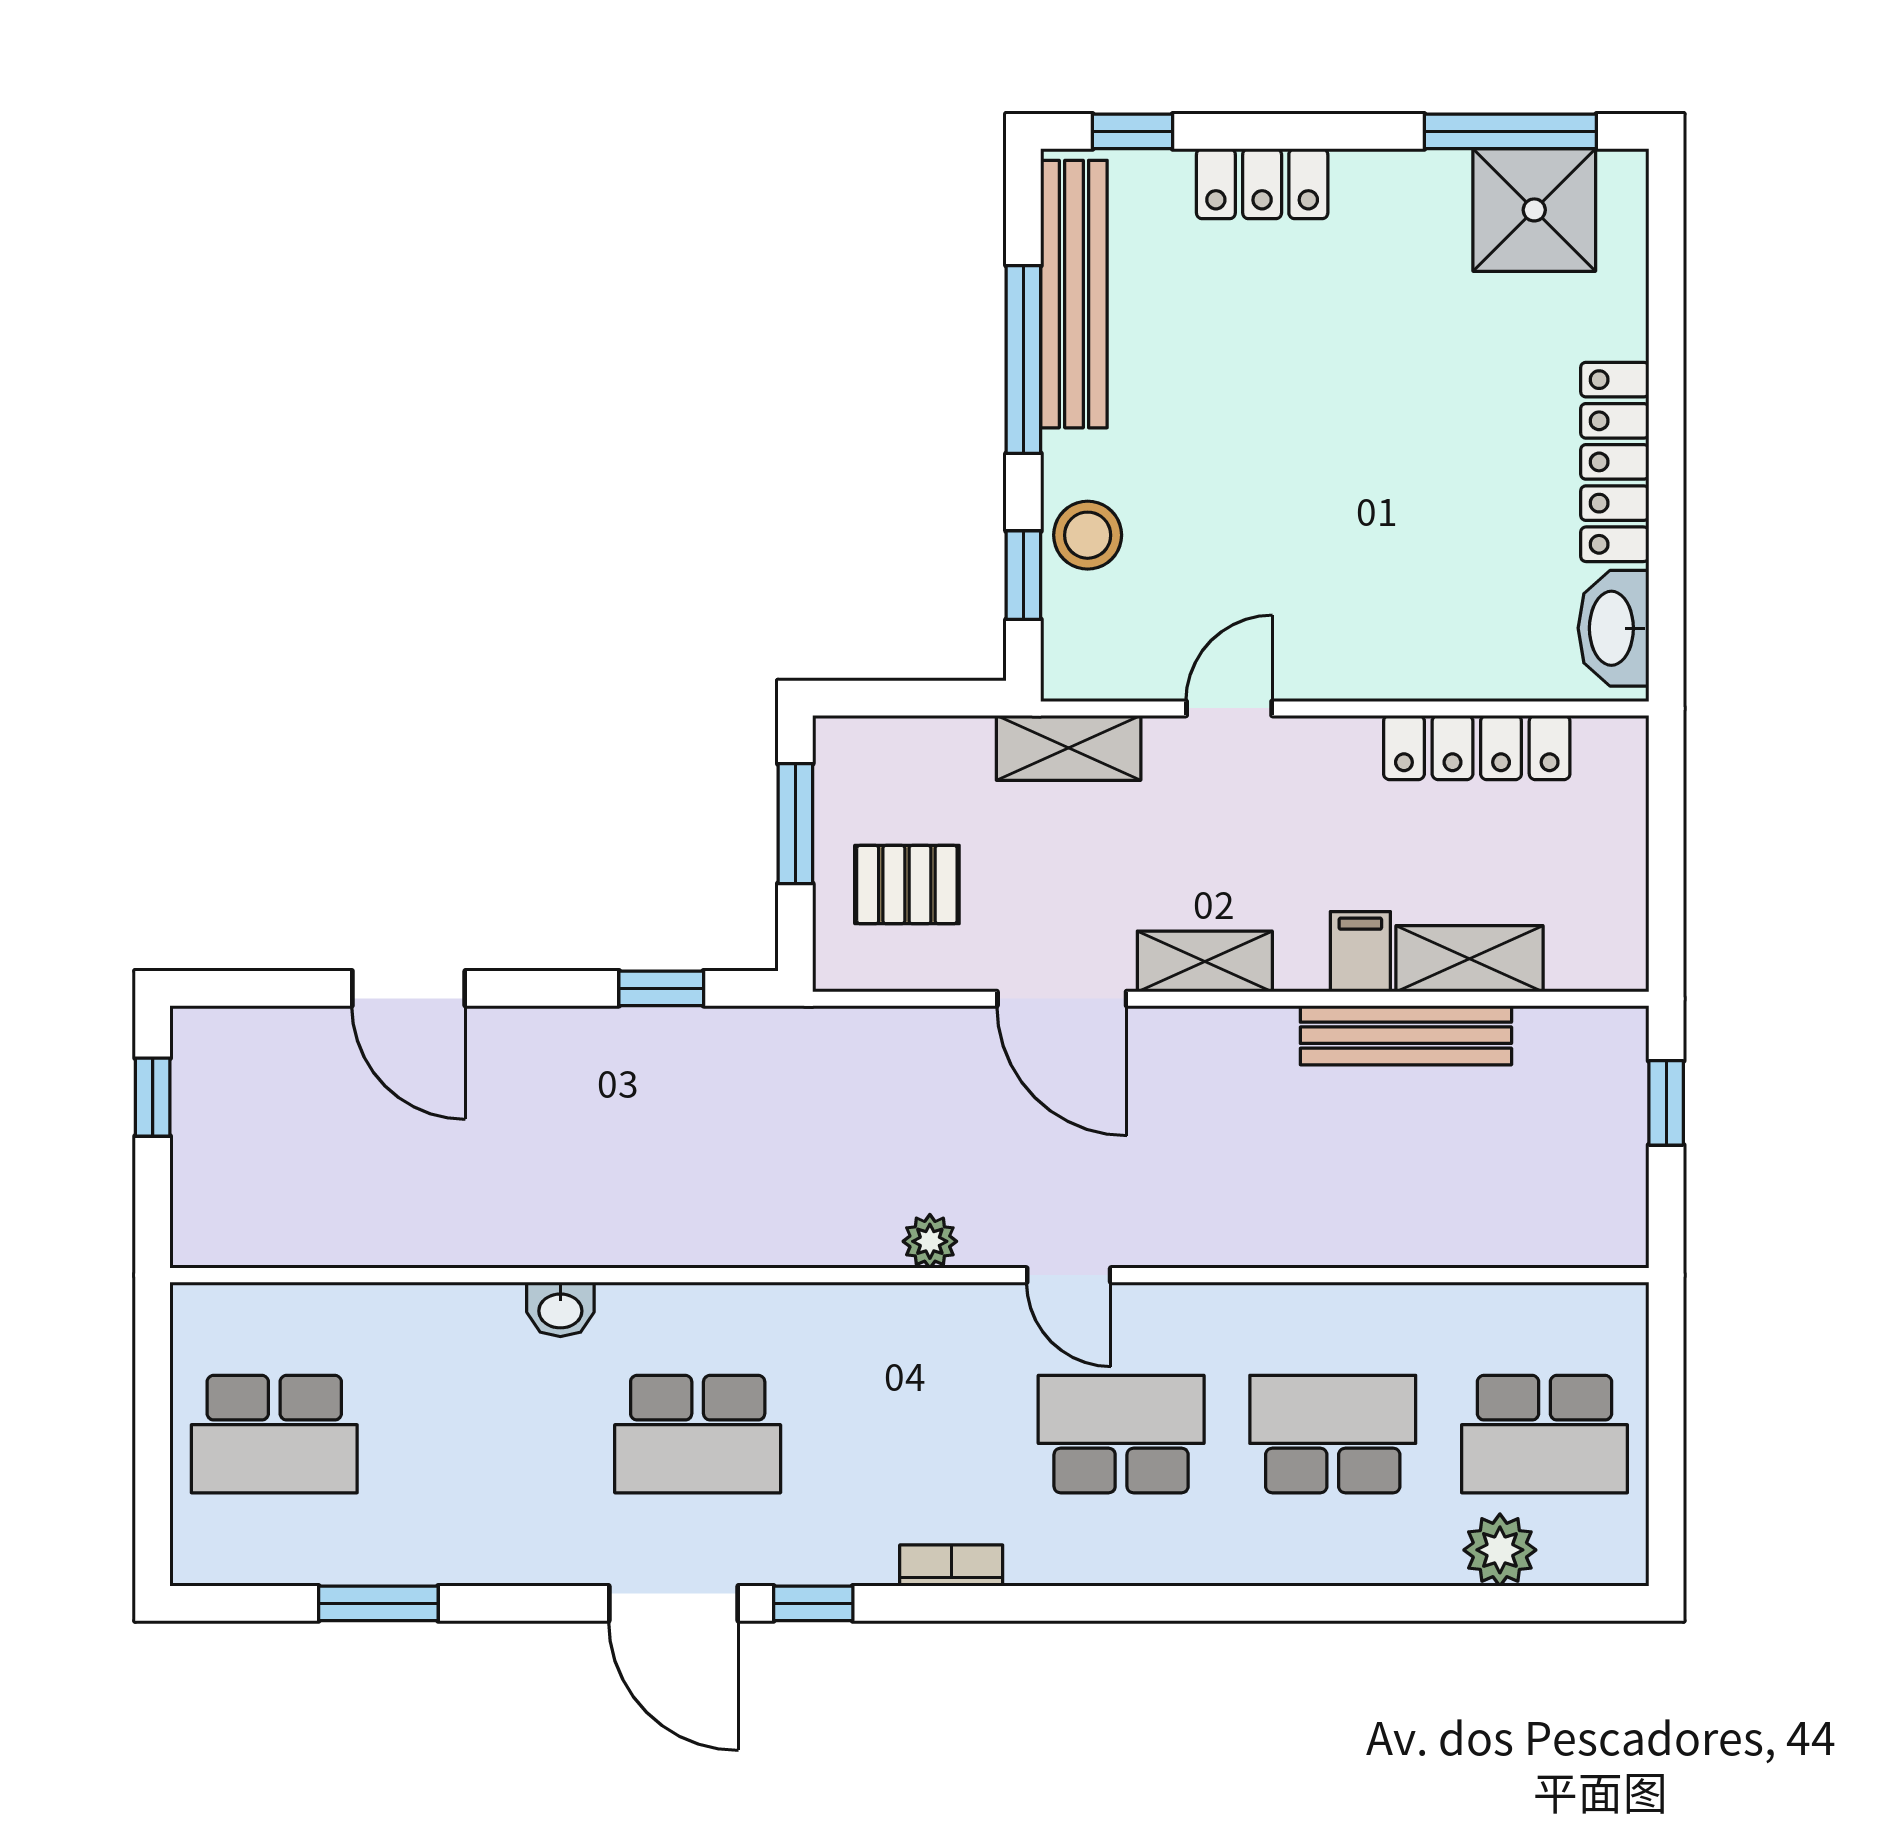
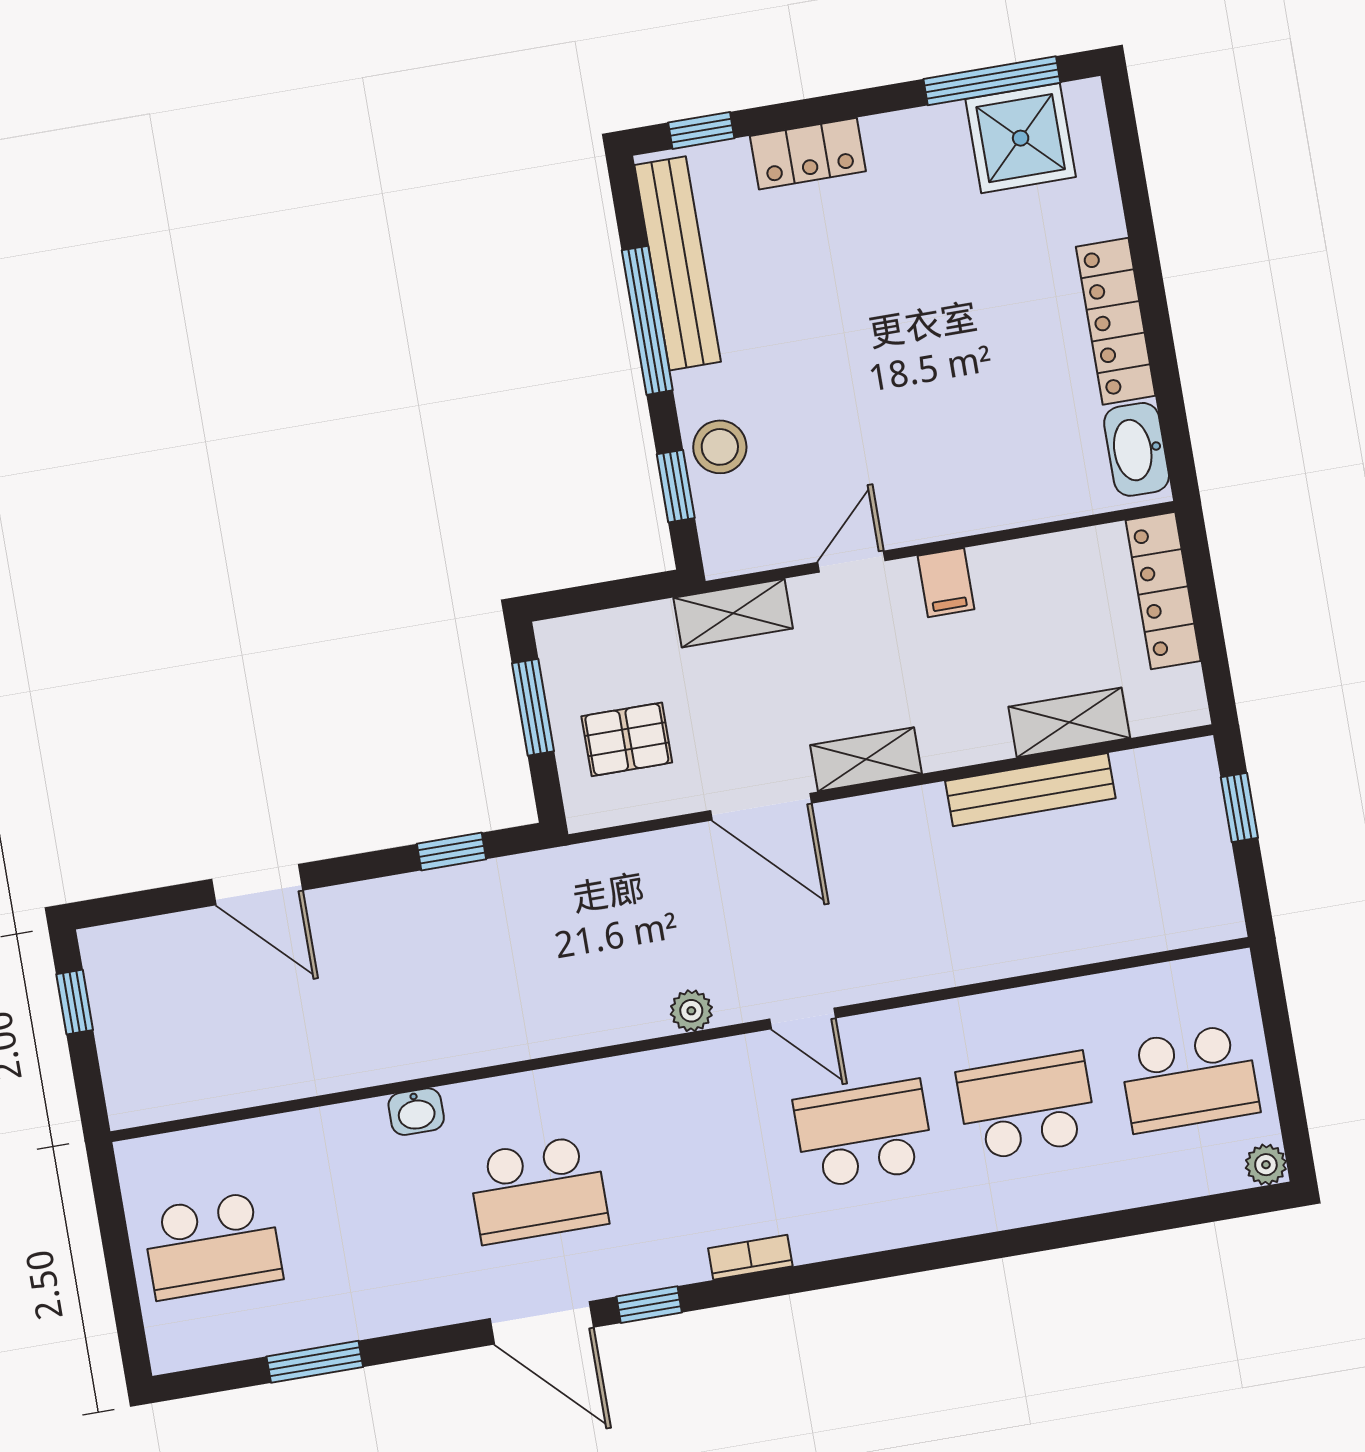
locker: (1477, 747) -> (1163, 591), moved, turned 90
filing cabinet: (1360, 952) -> (946, 583), moved, turned 180
plant: (1500, 1550) -> (1266, 1165), moved, width x0.73, depth x0.73

